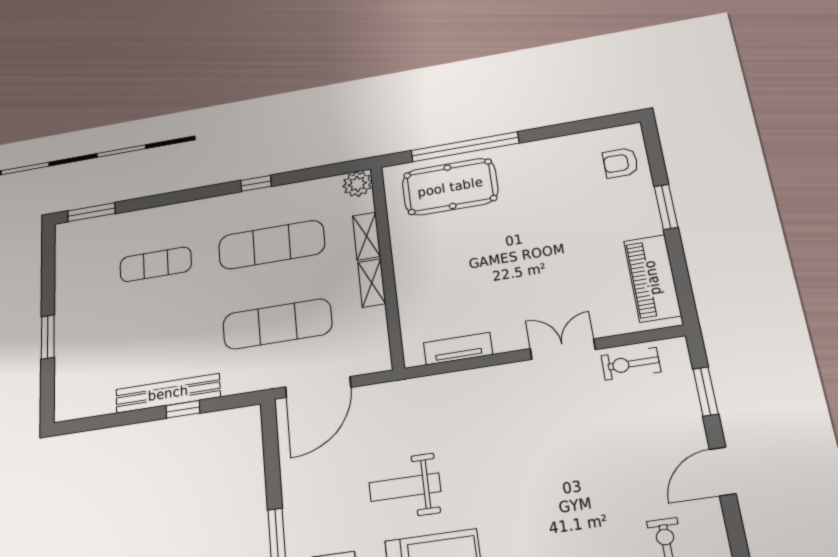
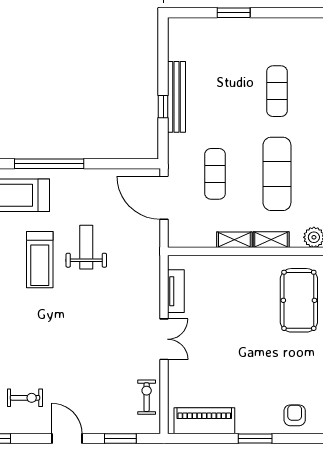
exercise mat: (277, 324) -> (215, 174), width x0.73, depth x0.69
double door: (563, 349) -> (164, 339), moved

